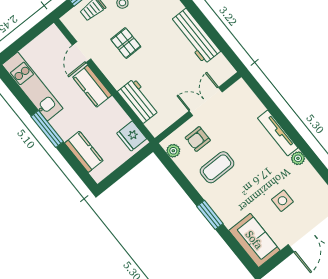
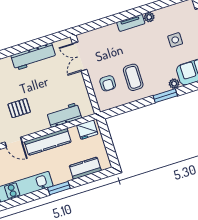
kitchen counter: (92, 86) -> (48, 142), width x1.50
double door: (206, 101) -> (80, 56), moved
window: (47, 129) -> (59, 188), width x0.69
tv unit: (278, 133) -> (131, 23), width x0.71
plant: (173, 151) -> (174, 84), moved

